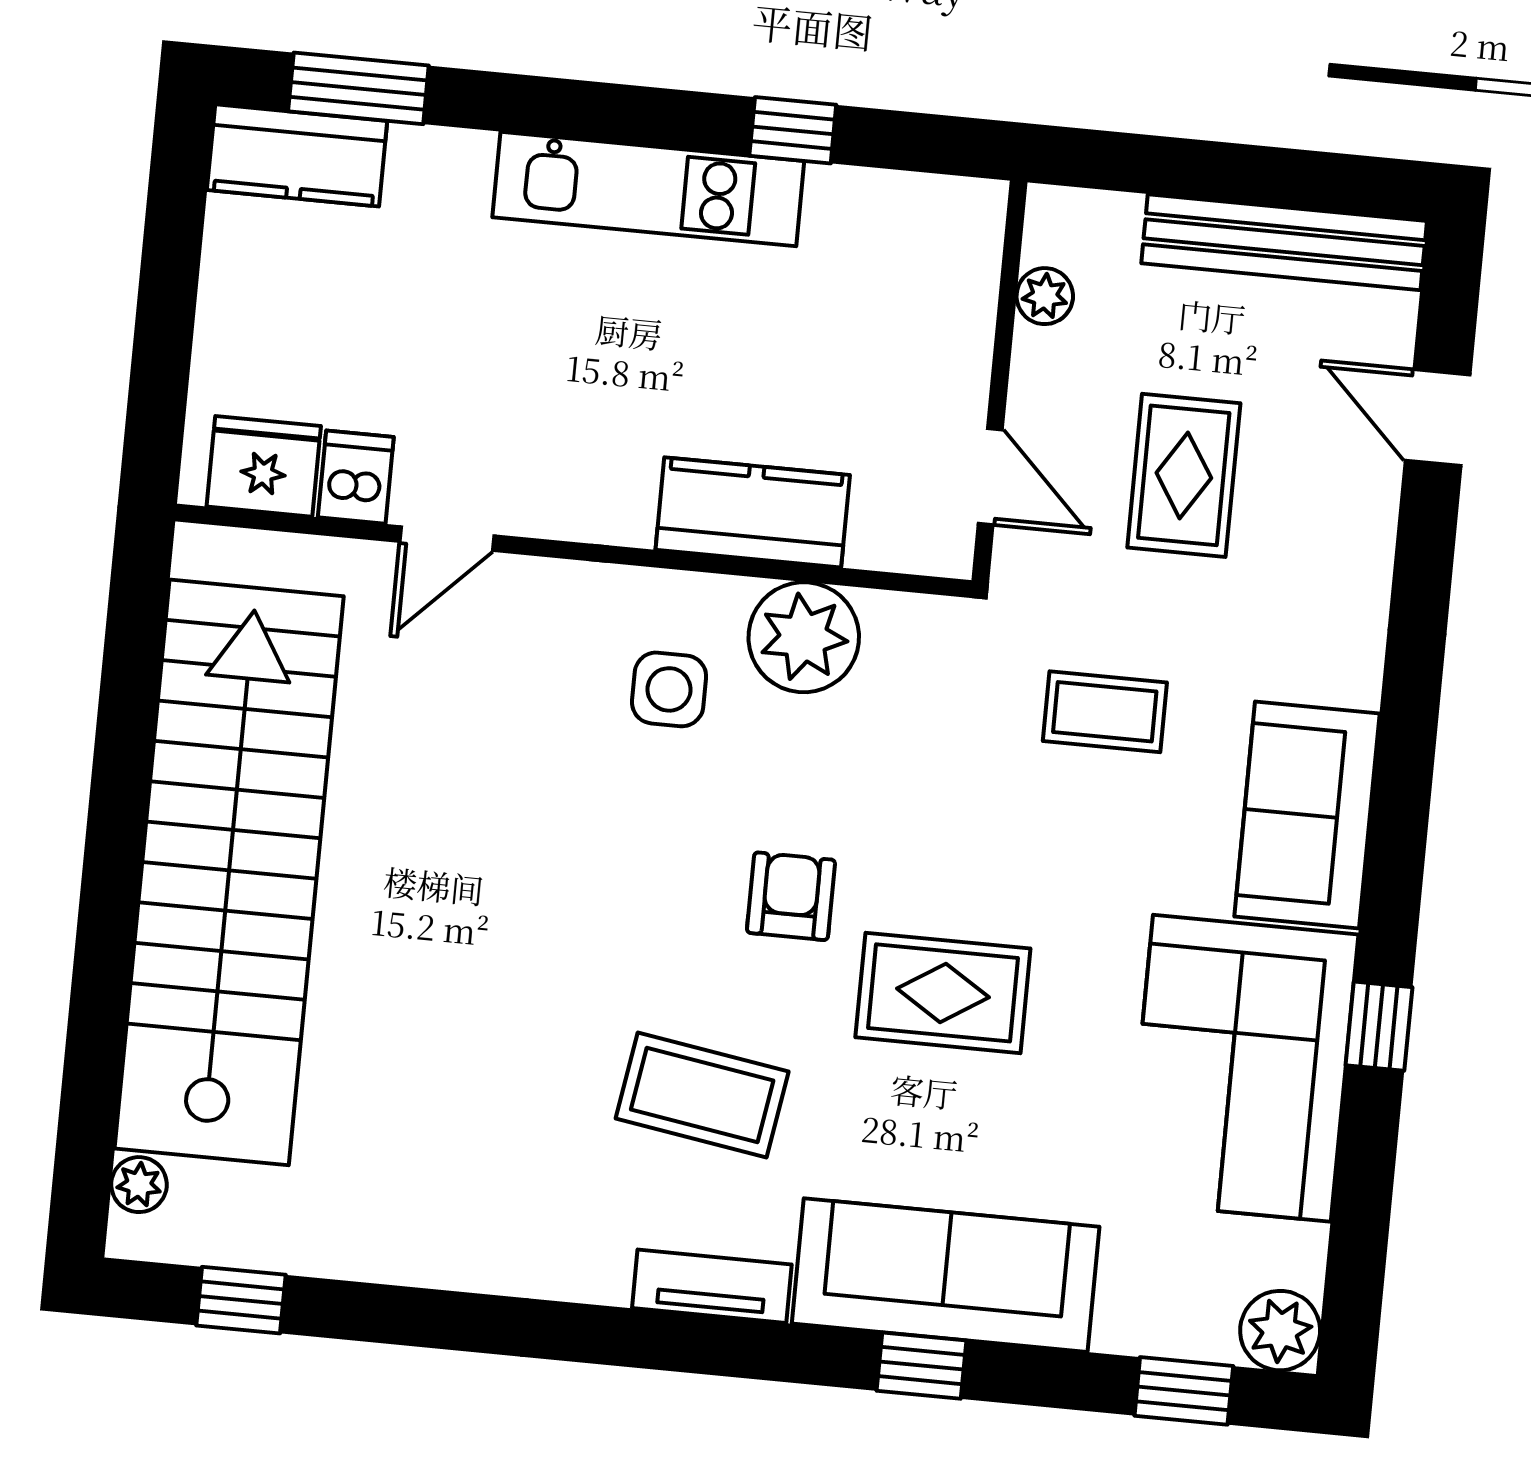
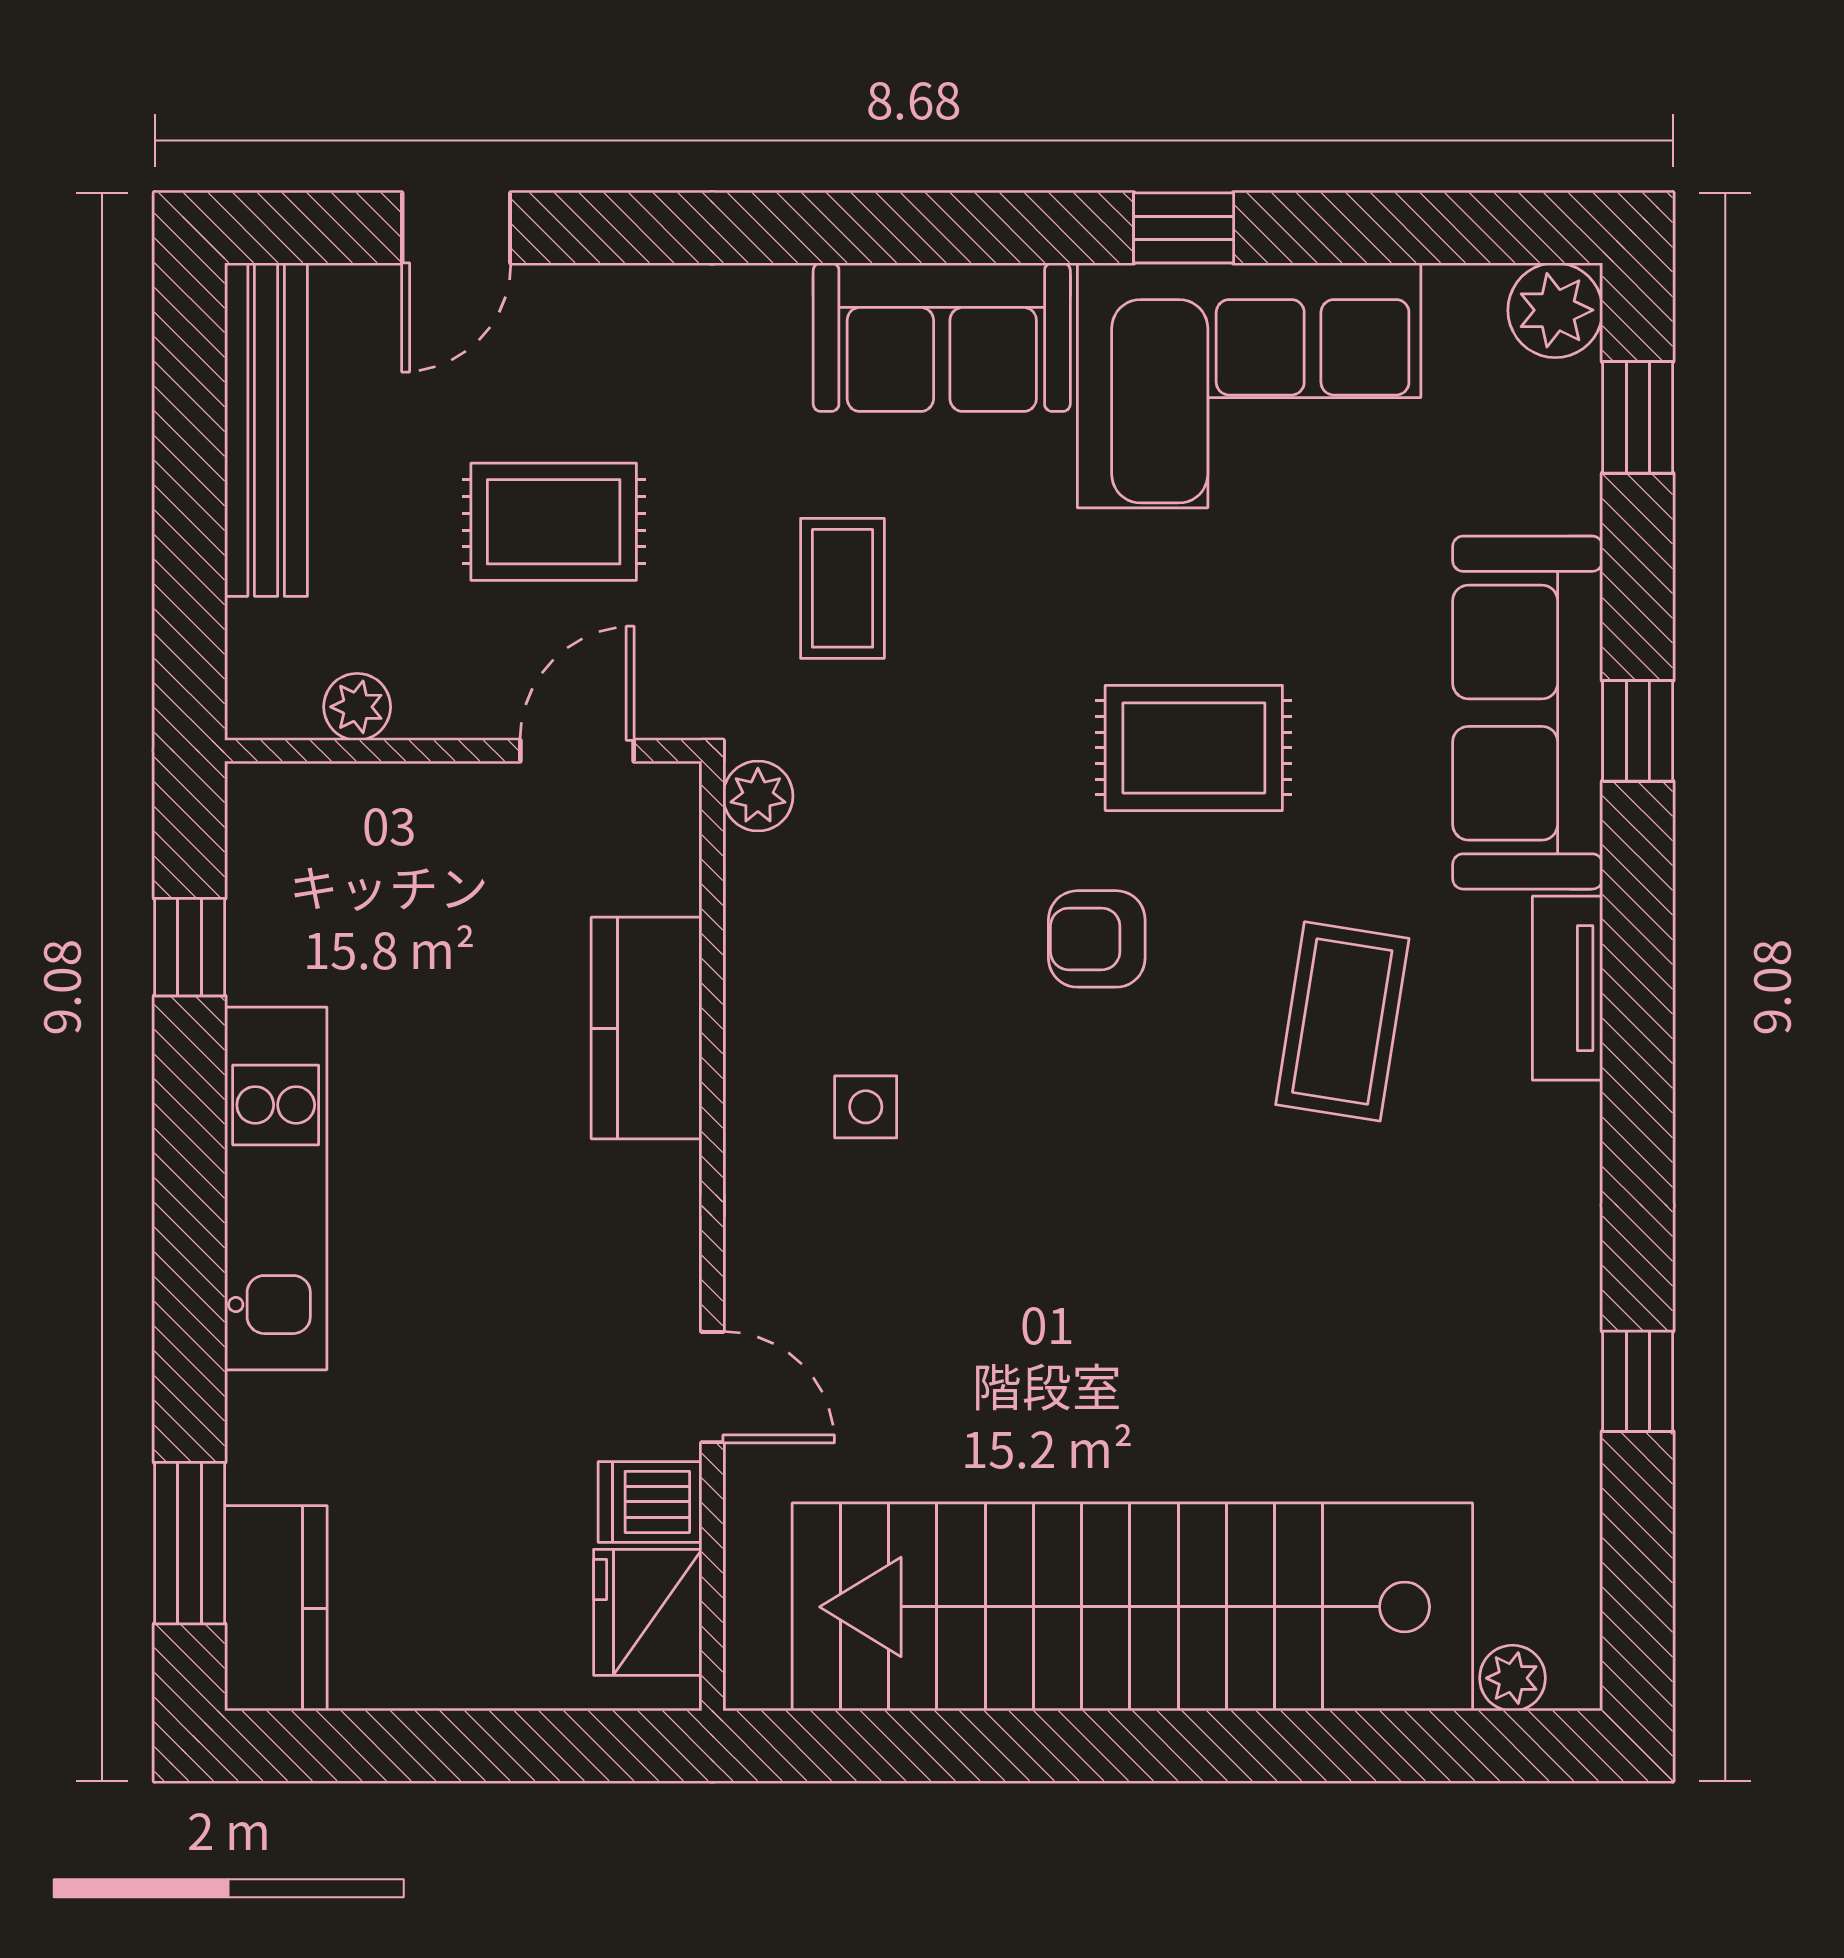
window: (793, 130) -> (190, 947), moved
plant: (804, 637) -> (758, 796), moved, width x0.53, depth x0.53
side table: (669, 689) -> (866, 1107), width x0.73, depth x0.73
rug: (943, 993) -> (1194, 748), turned 90
window: (241, 1300) -> (1638, 1381), moved

